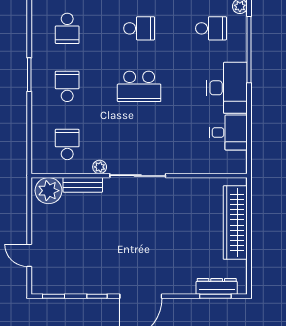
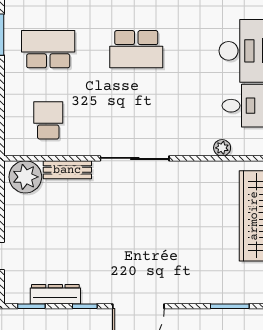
school desk: (67, 86) -> (48, 49), width x1.85
plant: (100, 167) -> (222, 148), moved
dresser: (217, 286) -> (55, 294), moved

